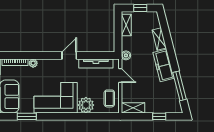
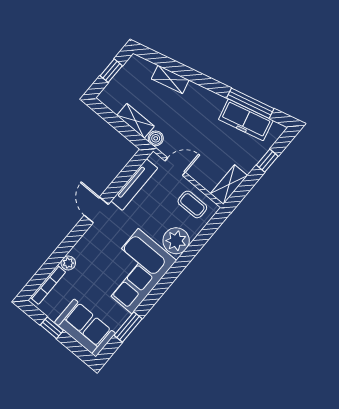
shelving: (126, 25) -> (136, 121), moved
freezer: (164, 65) -> (246, 120), moved

